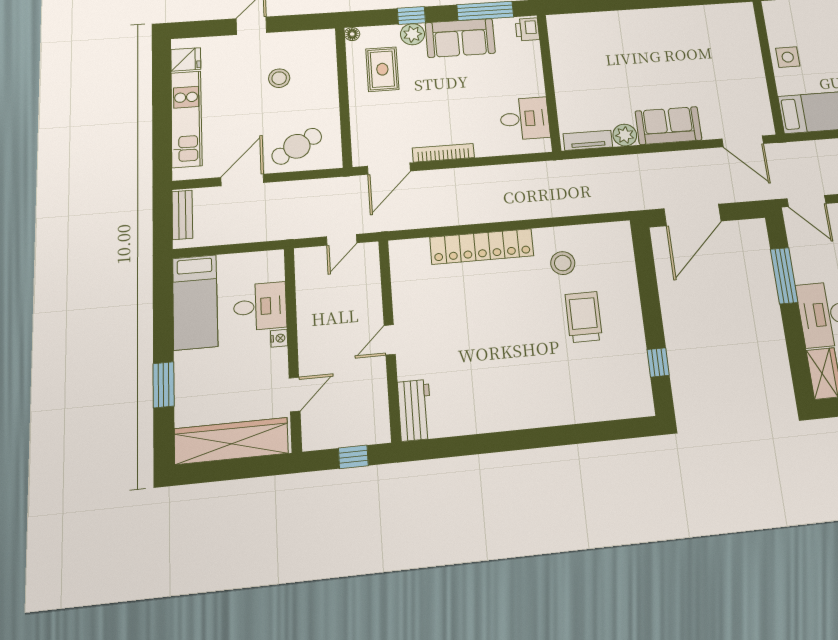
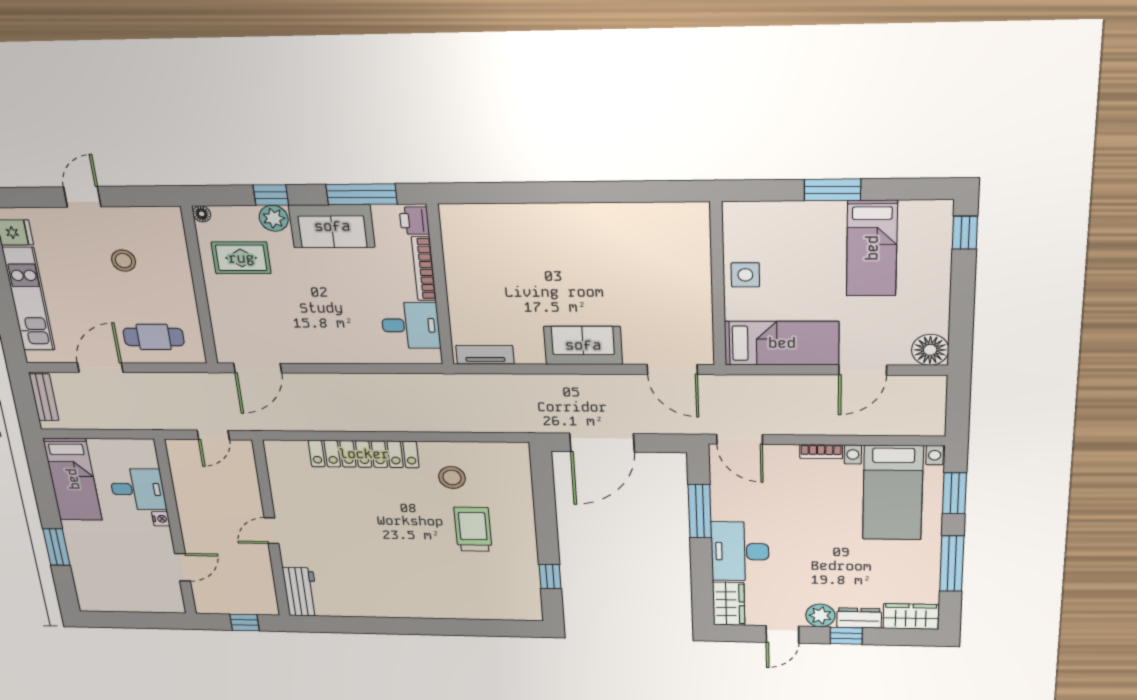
rug: (382, 69) -> (241, 258), turned 90
plant: (625, 135) -> (529, 352), removed
cafe table: (297, 146) -> (154, 337), turned 30
bookcase: (443, 153) -> (424, 269), moved, turned -90
wardrobe: (231, 441) -> (128, 598), removed

